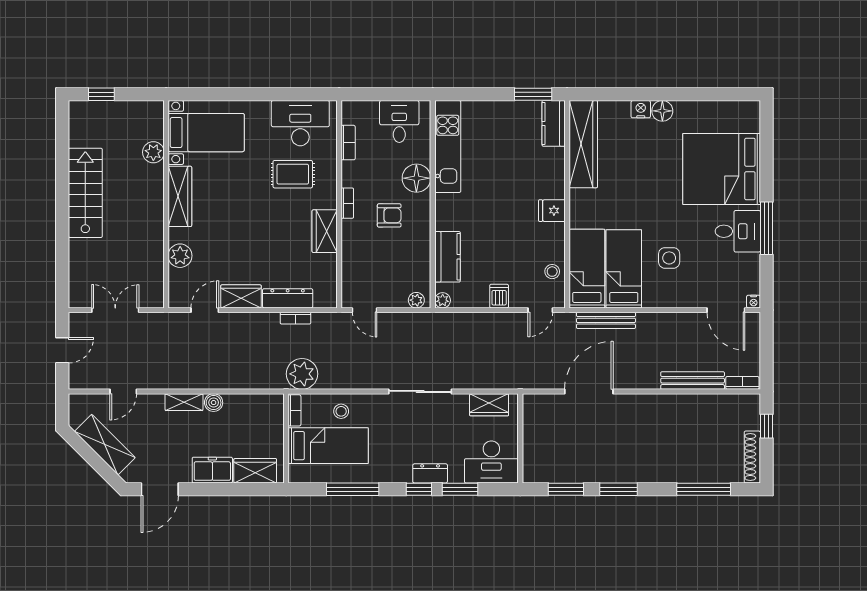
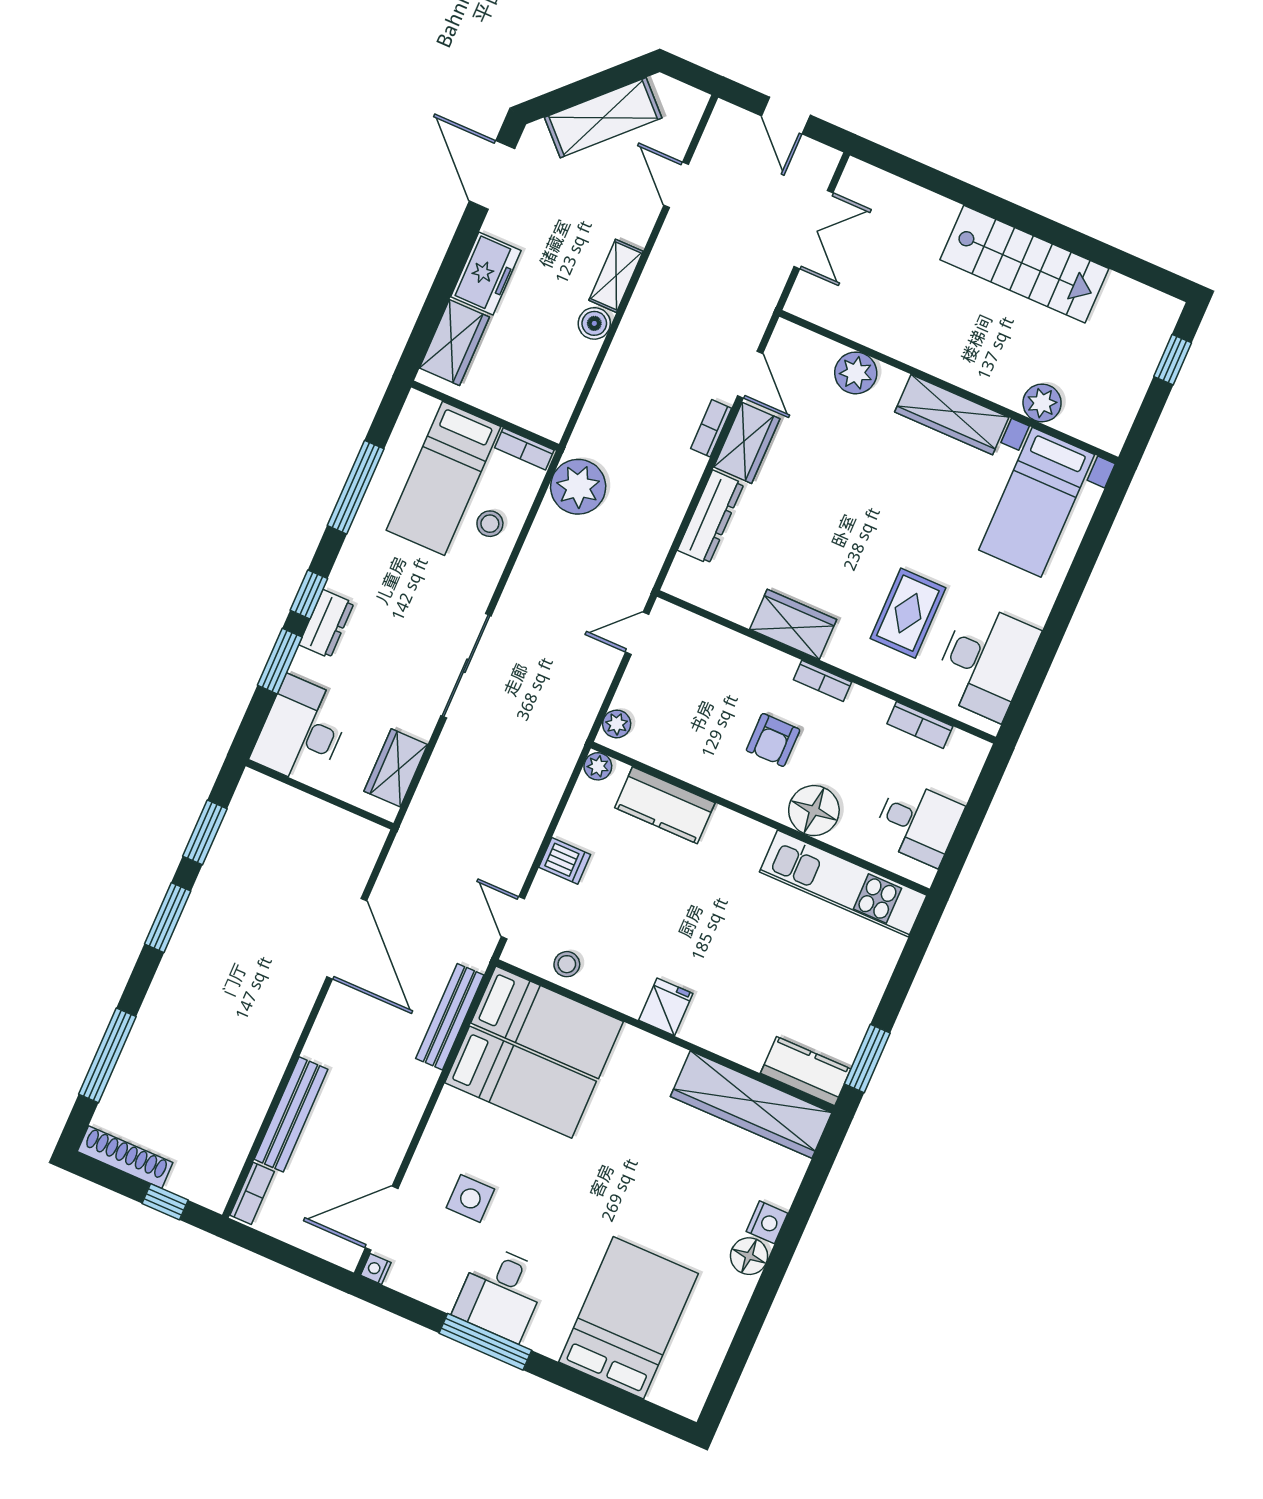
bed: (722, 169) -> (628, 1318), width x0.73
side table: (669, 258) -> (470, 1198), moved
bookcase: (295, 318) -> (711, 428), moved

